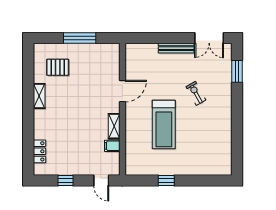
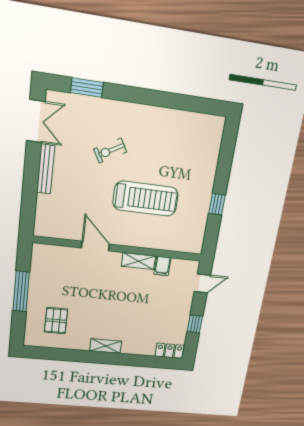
shelving: (39, 96) -> (106, 346), moved
locker: (40, 151) -> (169, 351), moved

